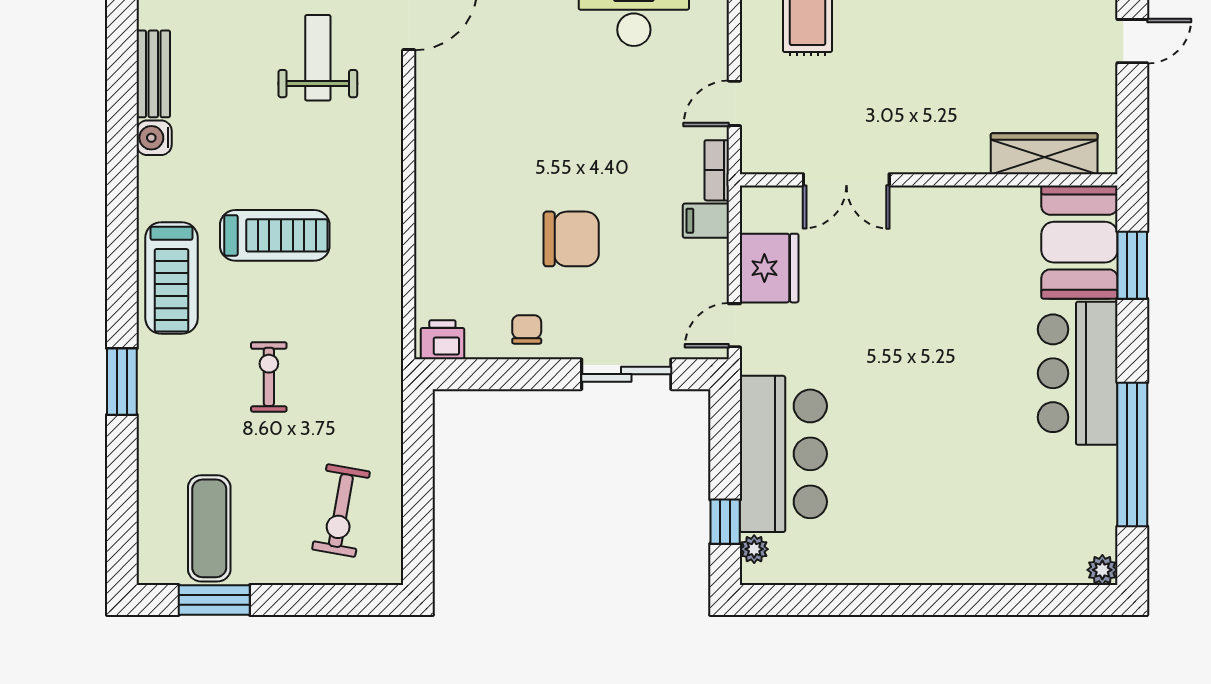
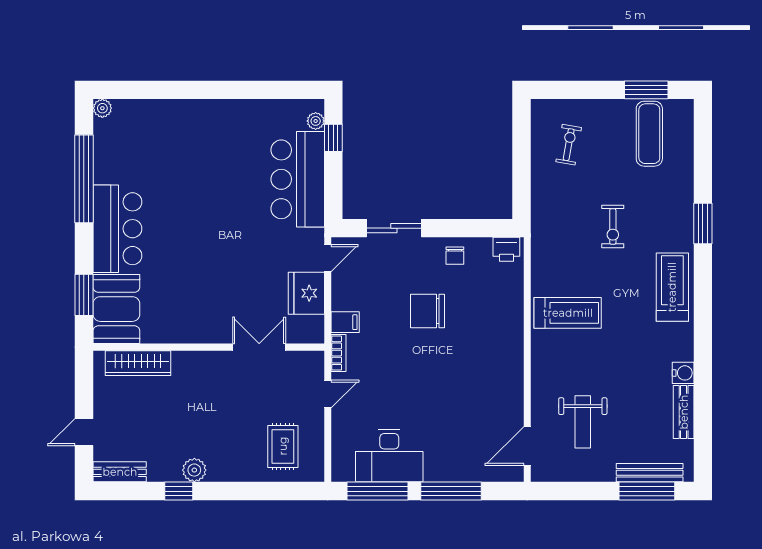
treadmill: (275, 235) -> (568, 313), moved, turned 180
exercise bike: (341, 511) -> (569, 145), width x0.73, depth x0.72

